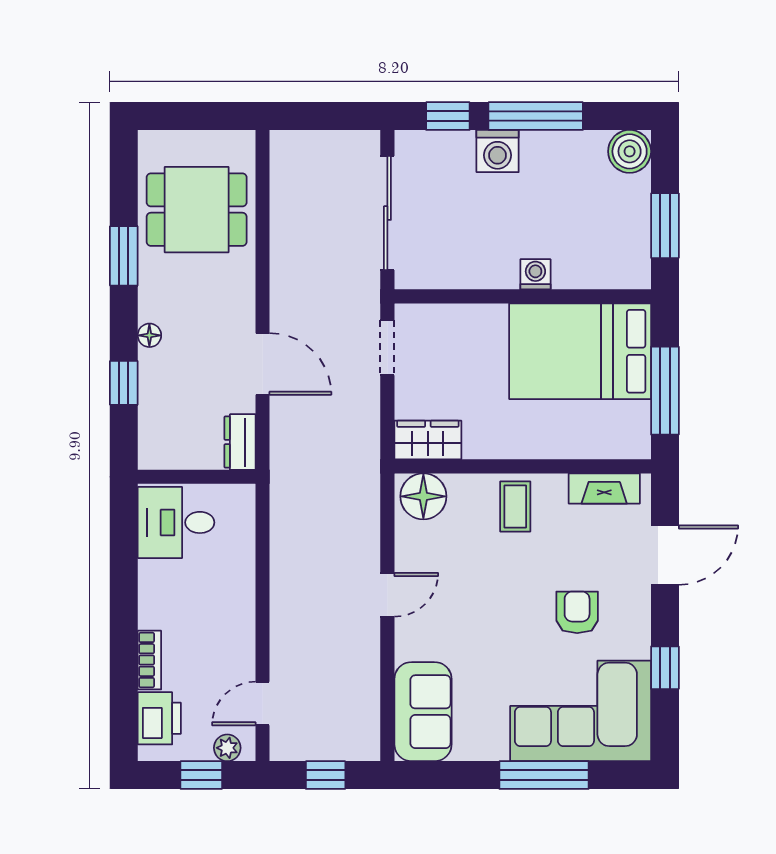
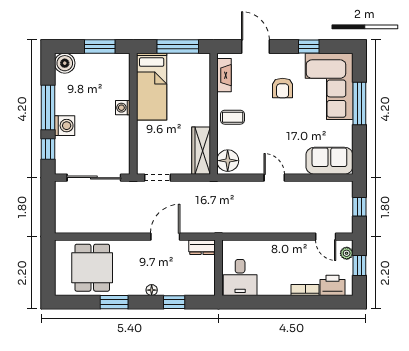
bed: (580, 351) -> (152, 87), width x0.67
wardrobe: (428, 440) -> (201, 151), width x1.50
armchair: (577, 612) -> (283, 88), turned -90

